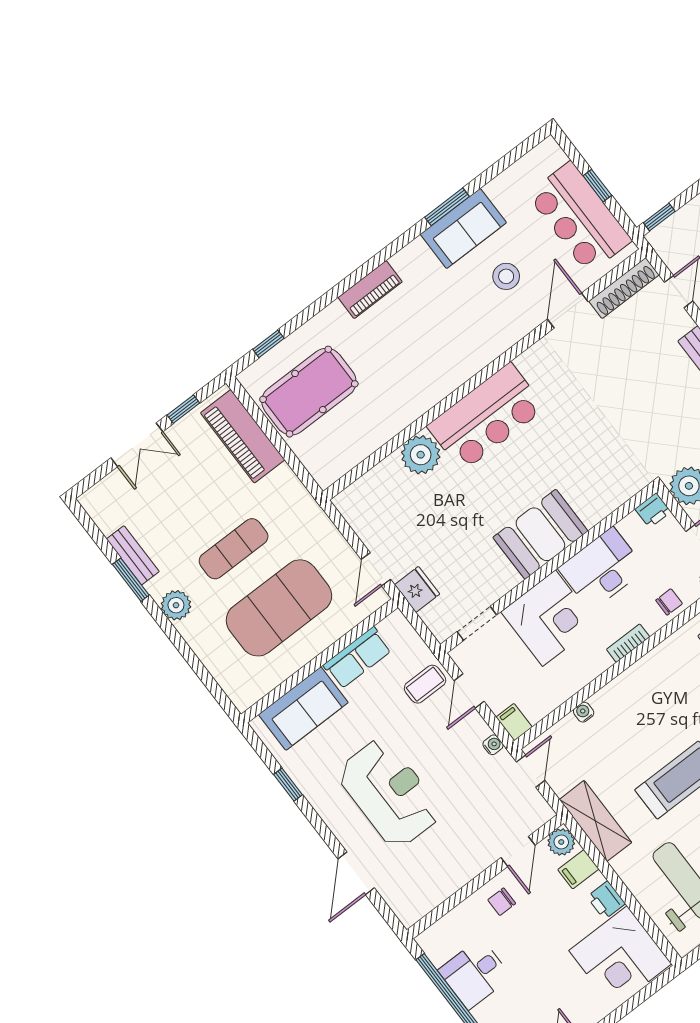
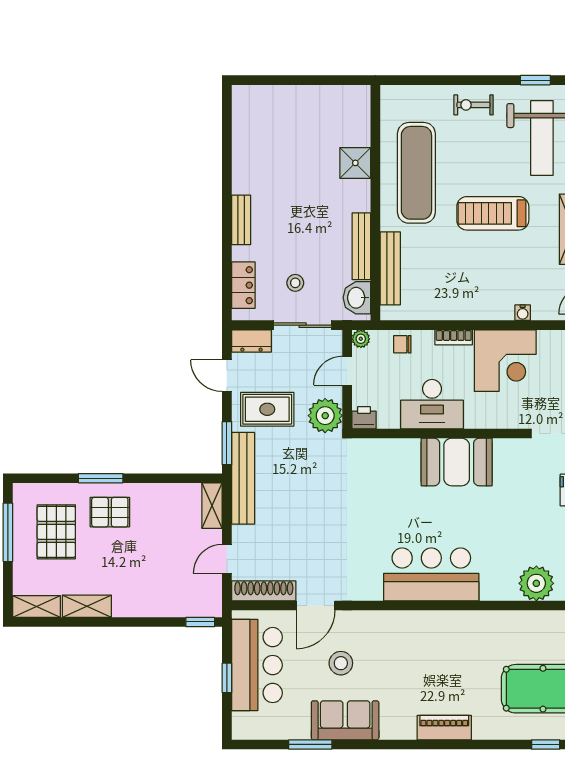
window: (447, 207) -> (310, 744), moved
plant: (421, 455) -> (536, 583), moved
corner desk: (549, 618) -> (505, 361), moved, turned 180

